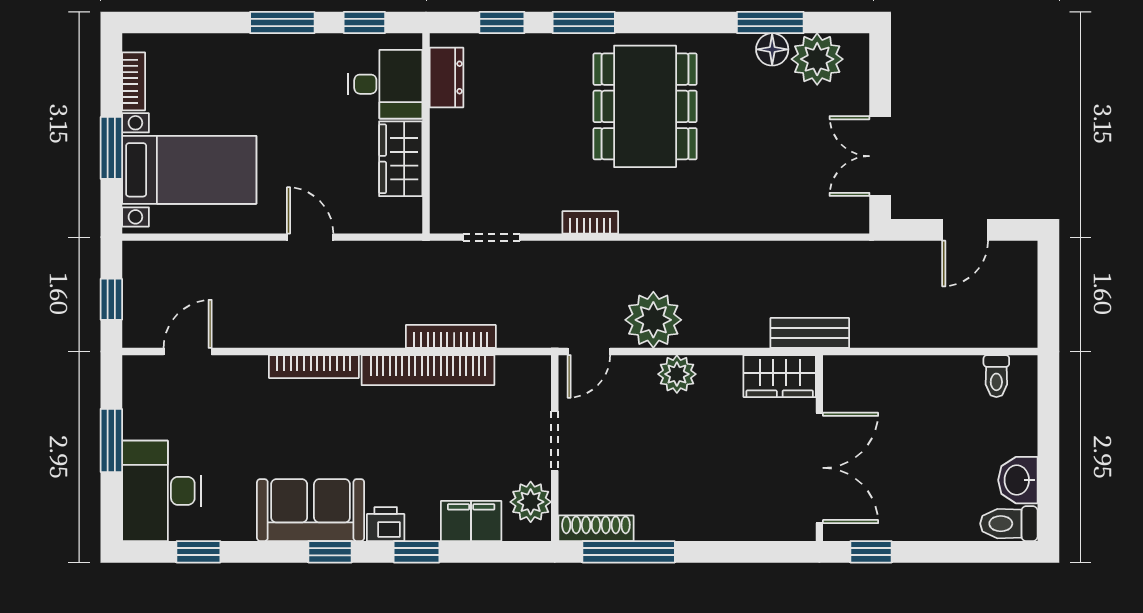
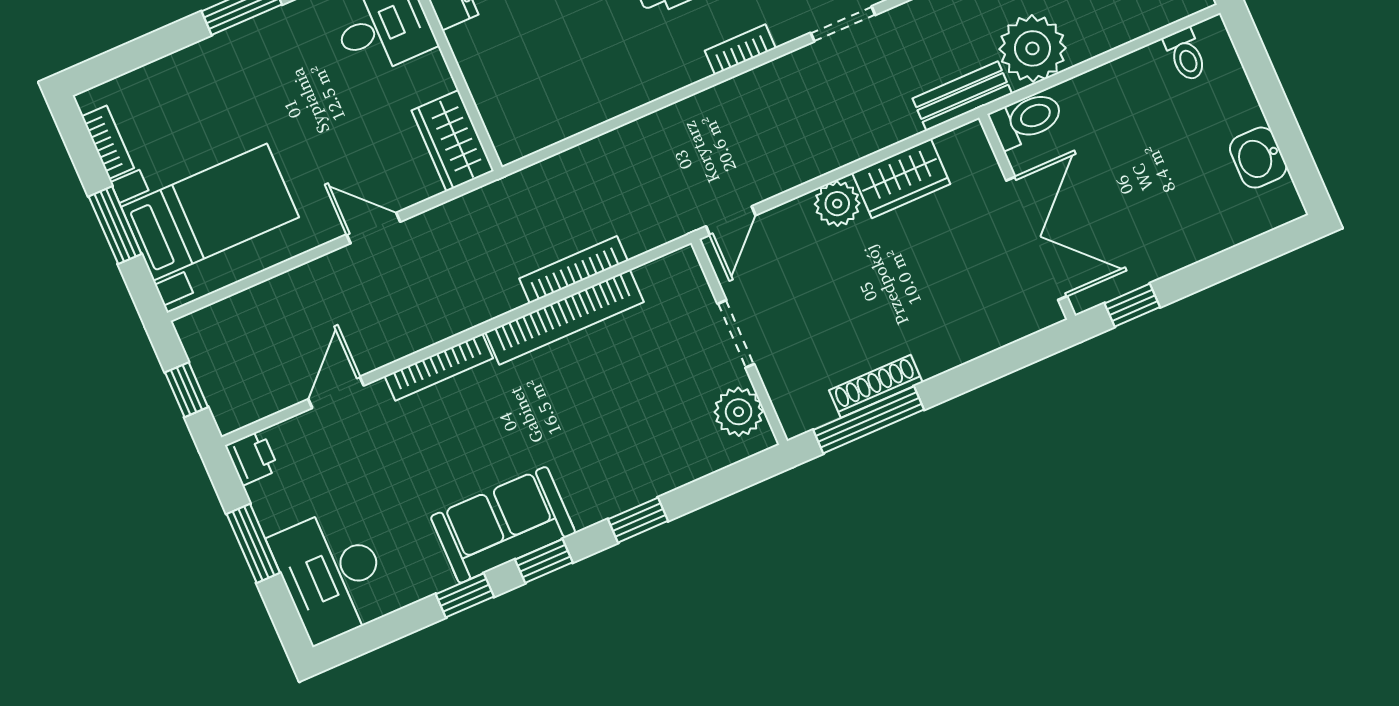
wardrobe: (401, 159) -> (453, 141), moved
bookcase: (590, 222) -> (740, 50), moved
doorway: (491, 237) -> (843, 24), moved
plant: (653, 320) -> (1032, 48), moved
door: (188, 352) -> (336, 392), moved
wardrobe: (780, 376) -> (901, 178), moved
filing cabinet: (471, 521) -> (683, 461), removed
printer: (386, 524) -> (252, 458), moved, turned 90
toilet: (1009, 524) -> (1027, 119), moved, turned 180
shoe rack: (596, 528) -> (876, 386), moved
window: (198, 552) -> (465, 595), moved

